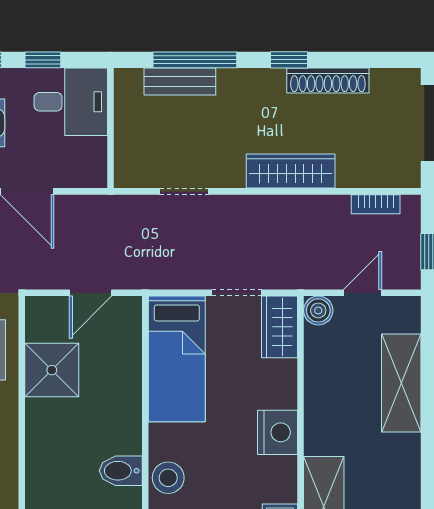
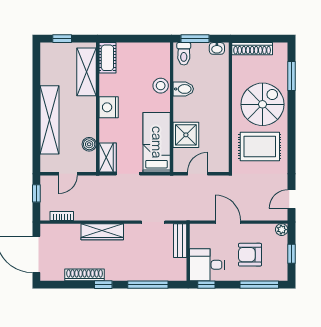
window: (43, 60) -> (206, 285), moved
bench: (180, 81) -> (180, 241), moved, turned 90
boiler: (318, 310) -> (89, 144), moved
shower: (52, 370) -> (186, 135), moved
shelving: (401, 383) -> (50, 120), width x1.47

